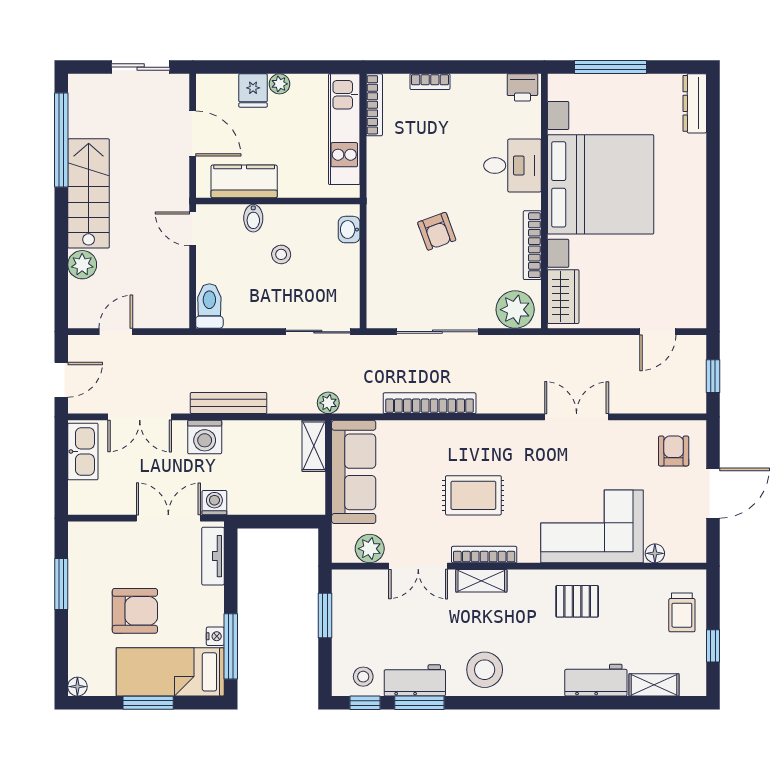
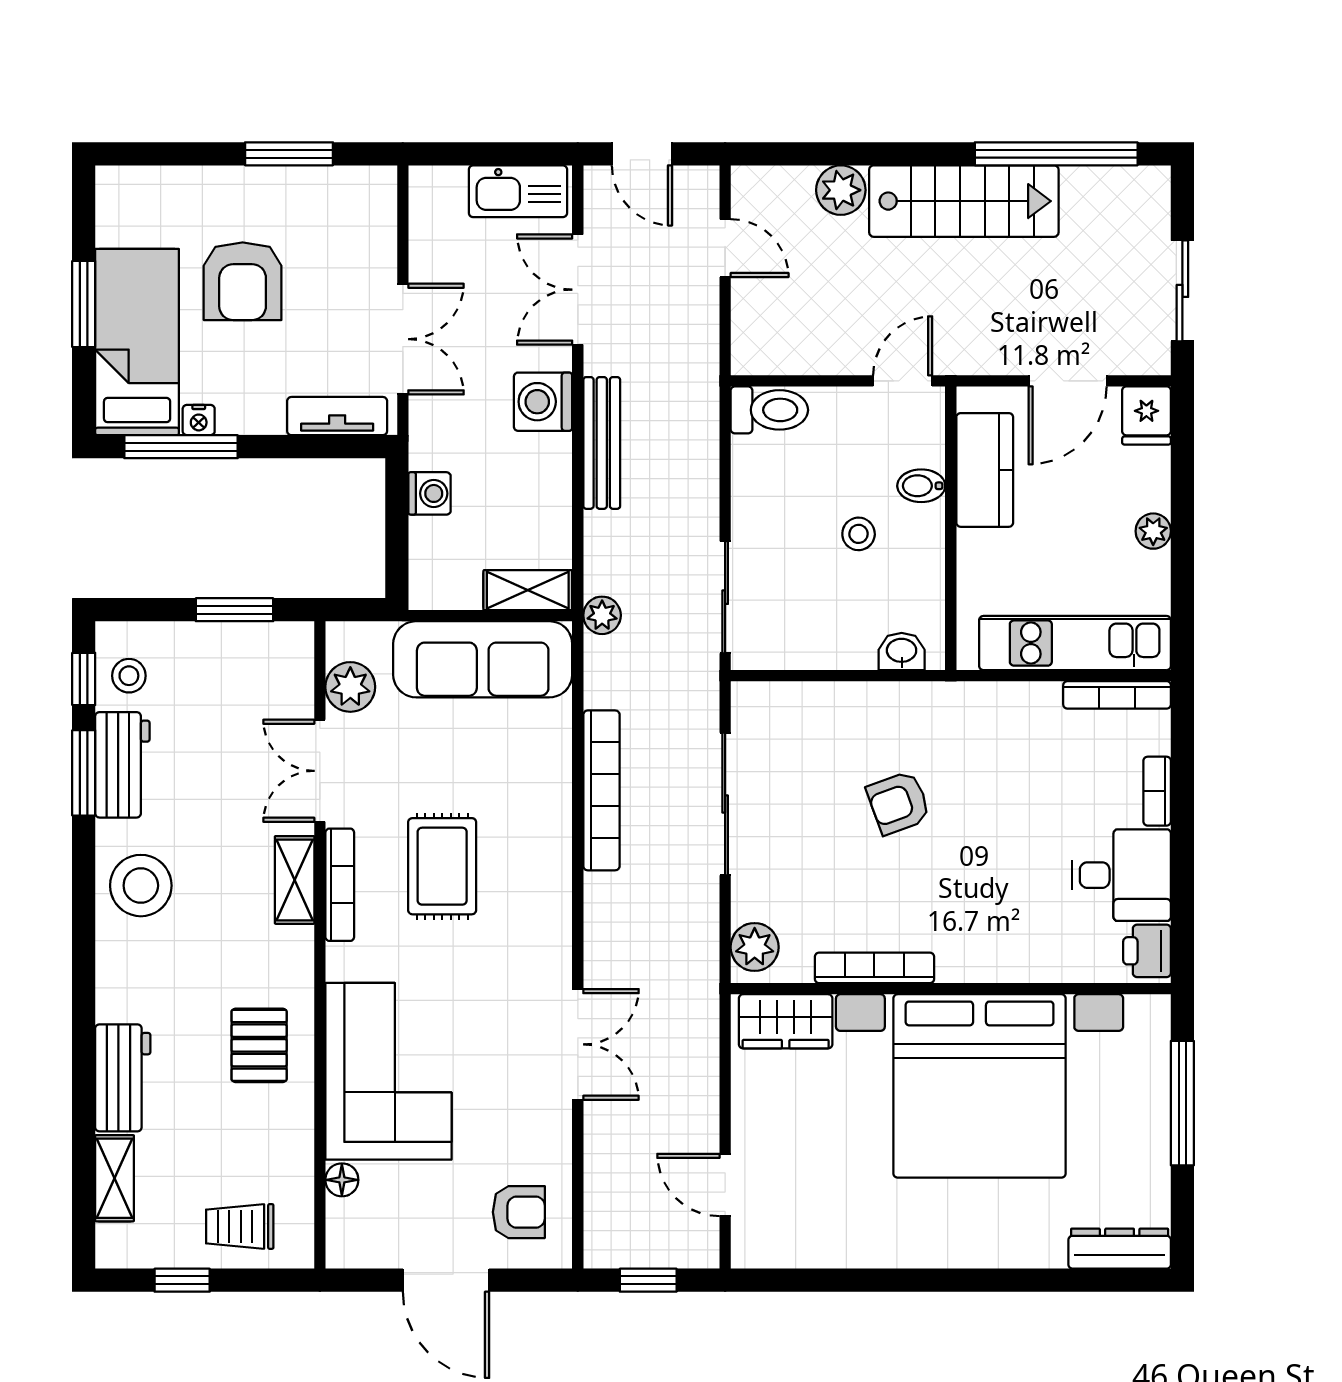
fridge: (253, 91) -> (1146, 415), moved, turned -90
desk: (512, 166) -> (1121, 875), moved, turned -90
plant: (515, 310) -> (755, 947), width x0.73, depth x0.73
washing machine: (214, 503) -> (430, 493), moved
floor lamp: (77, 687) -> (112, 182), removed

